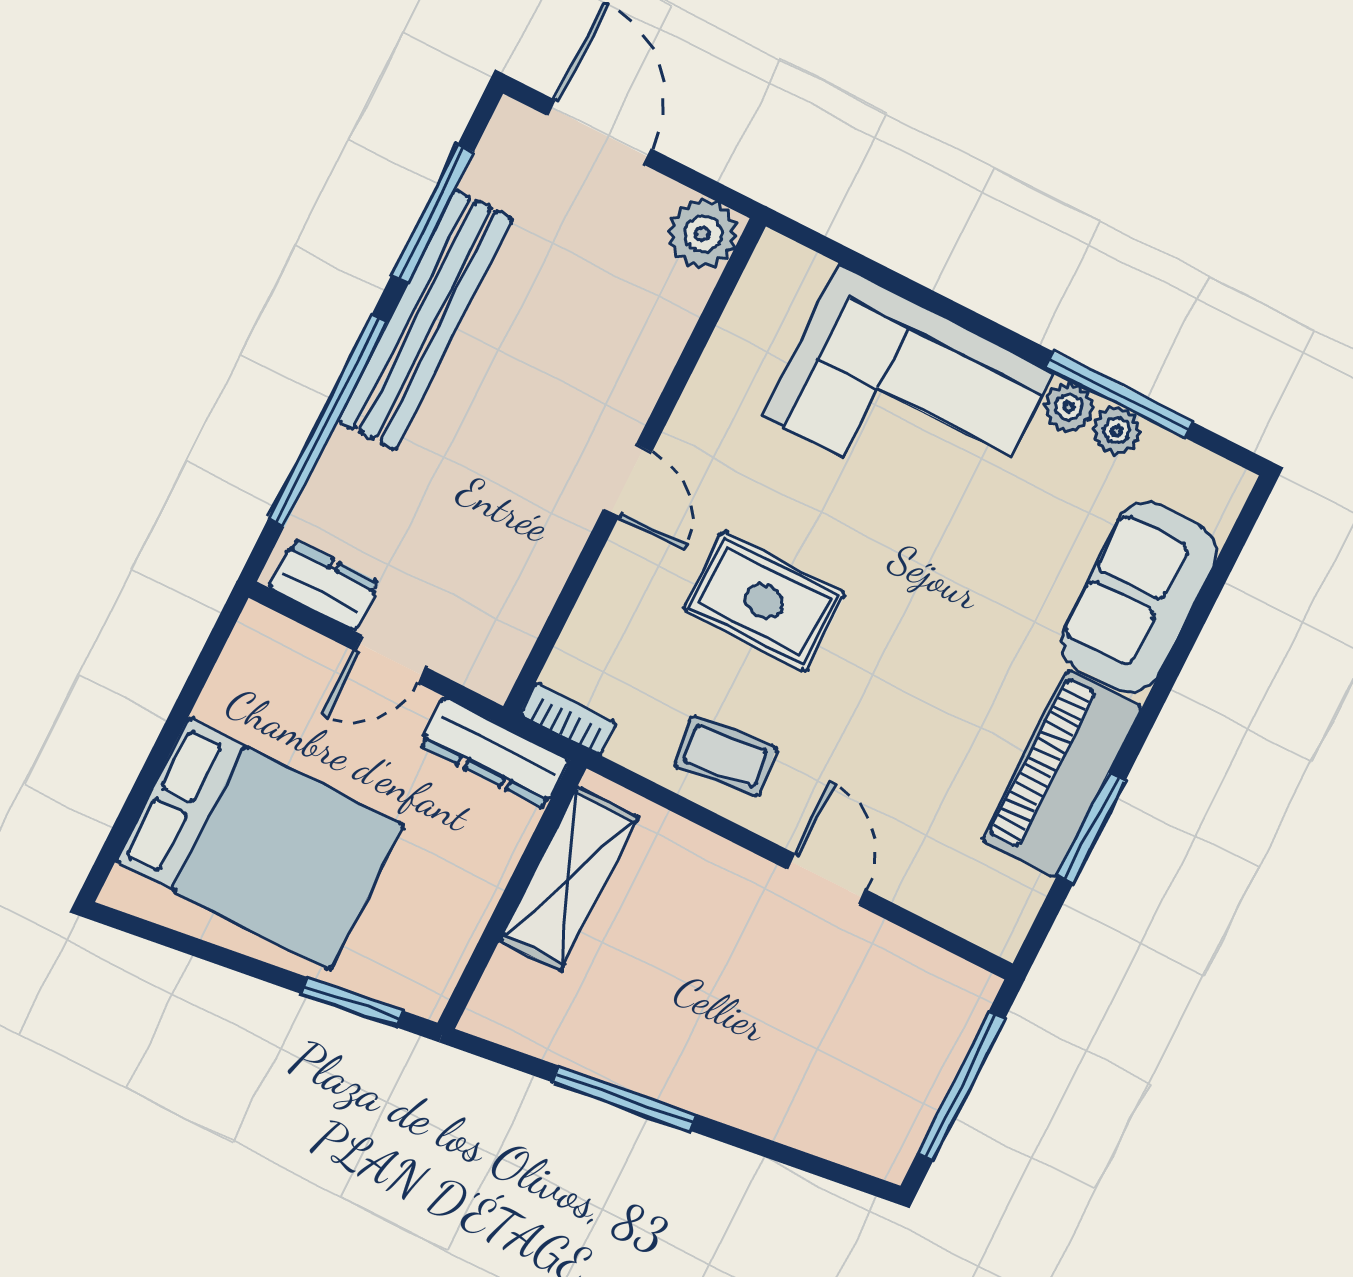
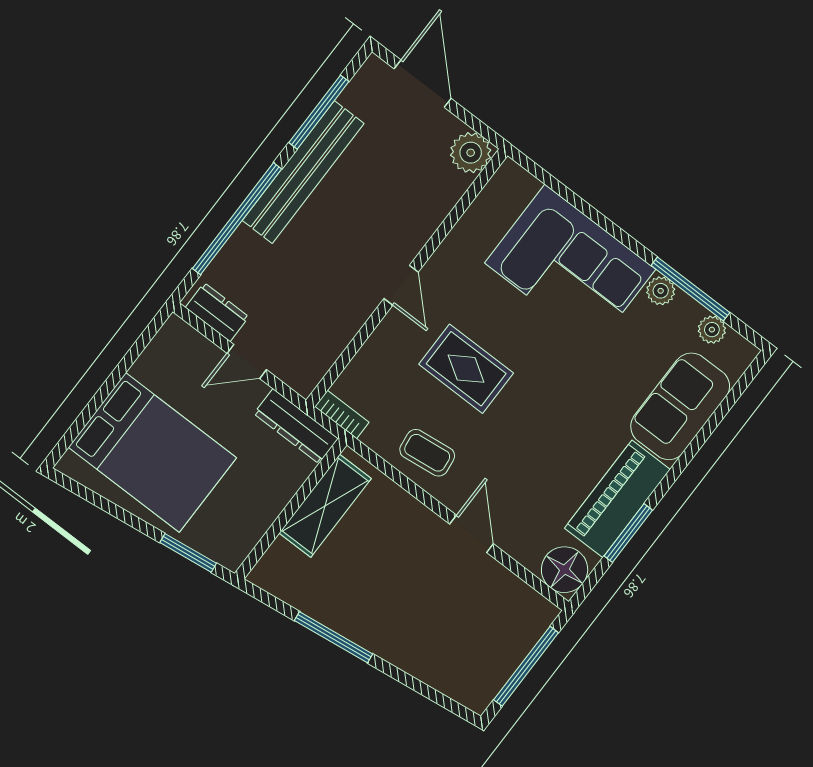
plant: (1117, 430) -> (712, 330), moved
floor lamp: (995, 910) -> (565, 570), added

